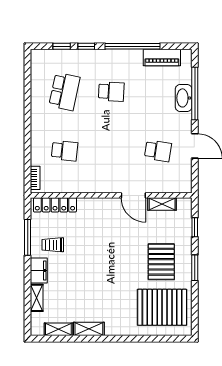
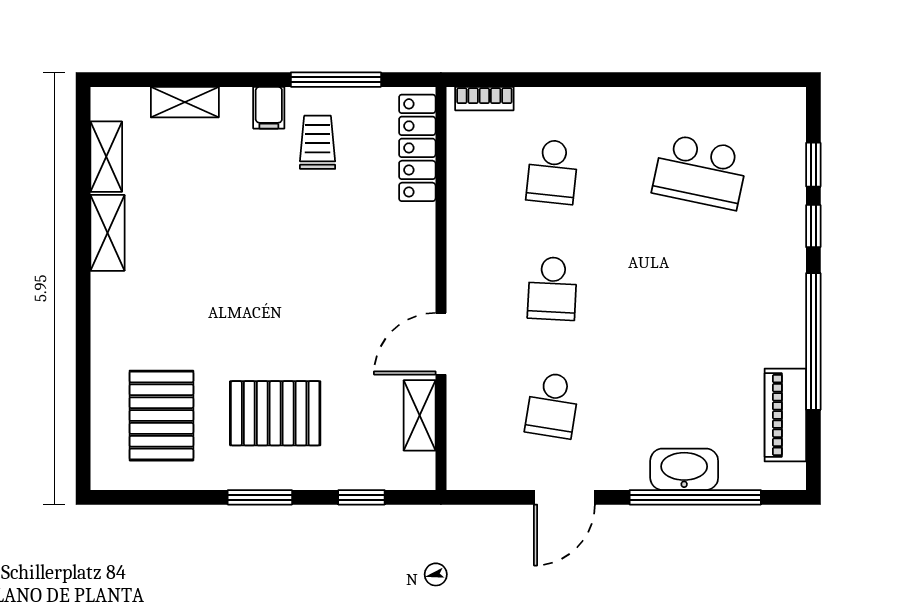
school desk: (111, 92) -> (552, 288), moved
filing cabinet: (39, 271) -> (269, 108), width x0.50
pallet: (162, 307) -> (161, 416), width x0.73, depth x0.71

